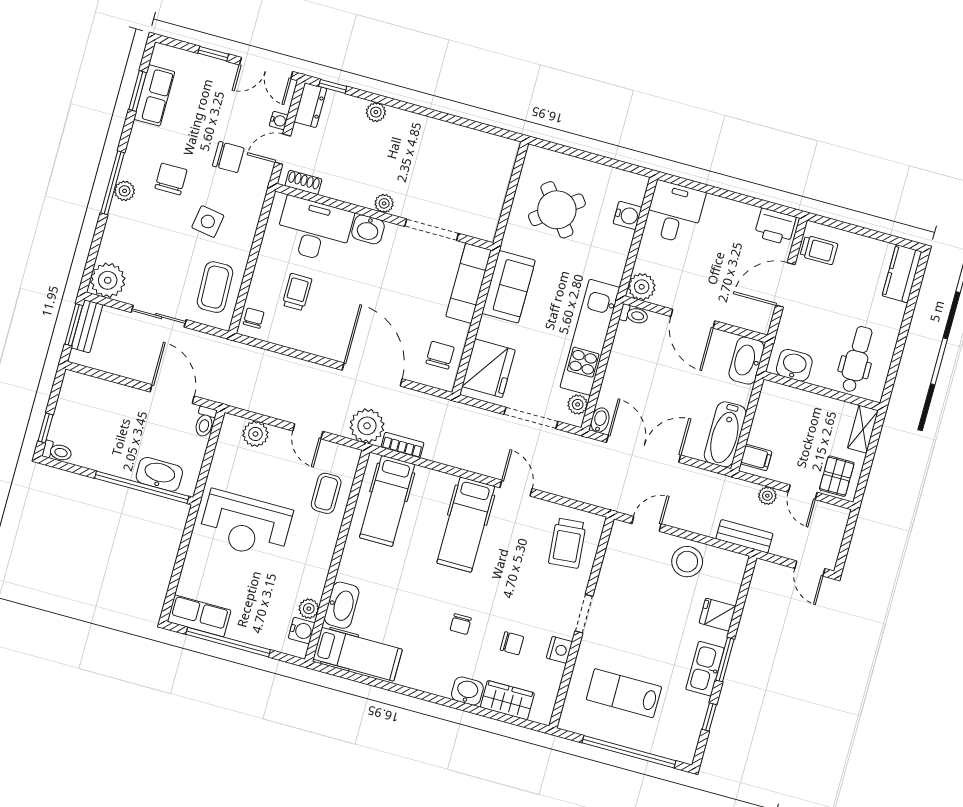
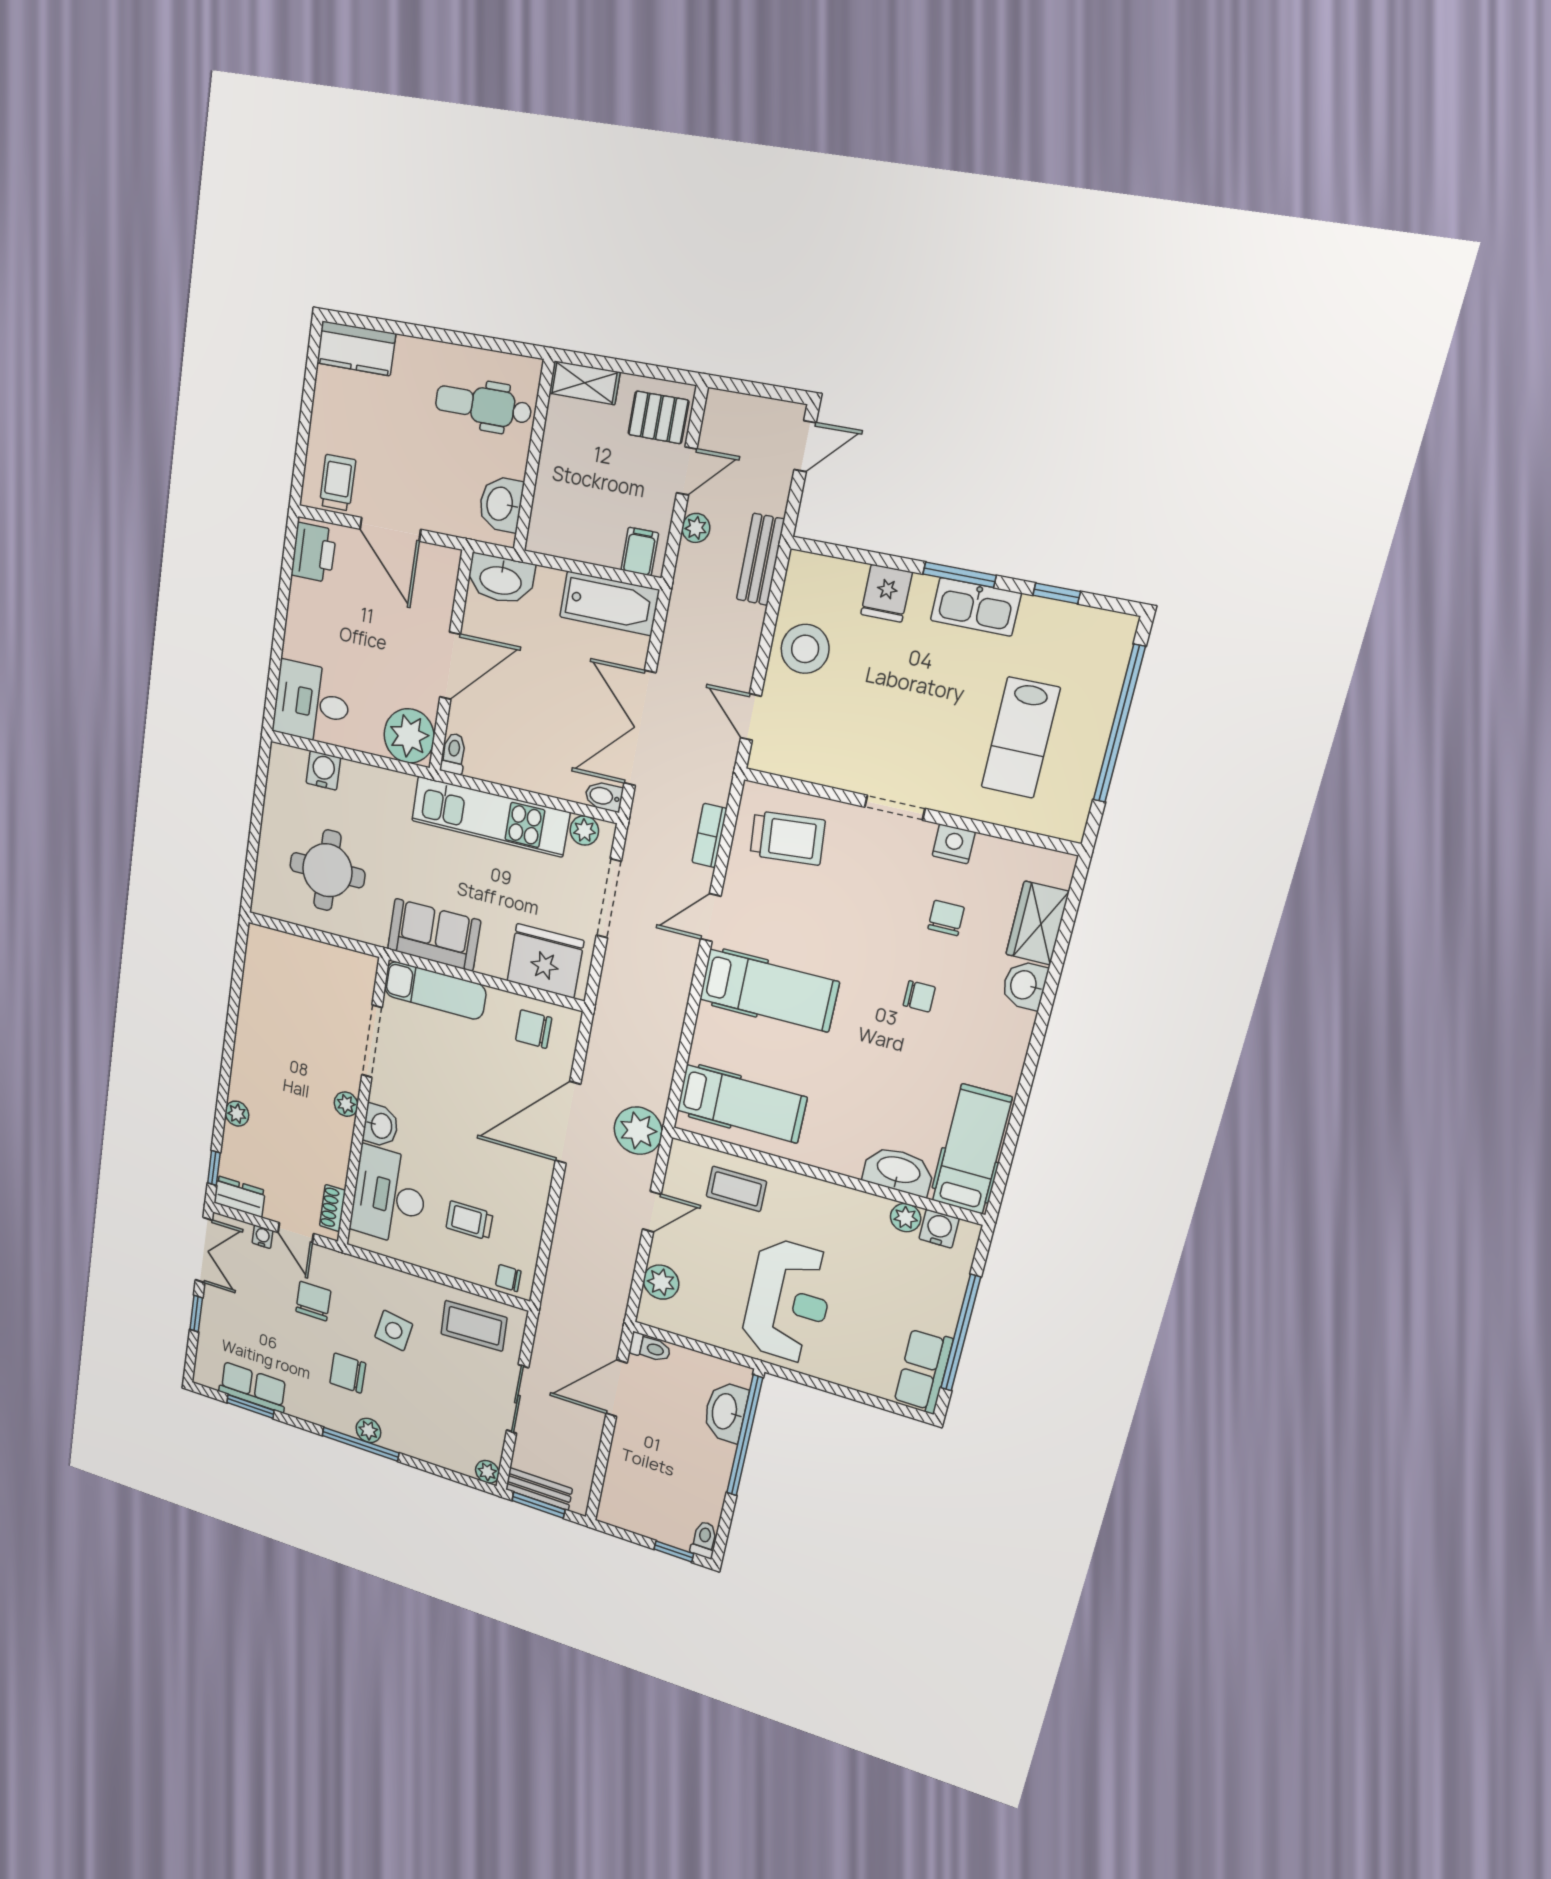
round table: (557, 210) -> (327, 870), turned 37
plant: (108, 280) -> (487, 1472), width x0.53, depth x0.53
plant: (642, 287) -> (409, 736), width x1.36, depth x1.36
bookcase: (403, 445) -> (709, 836), moved

